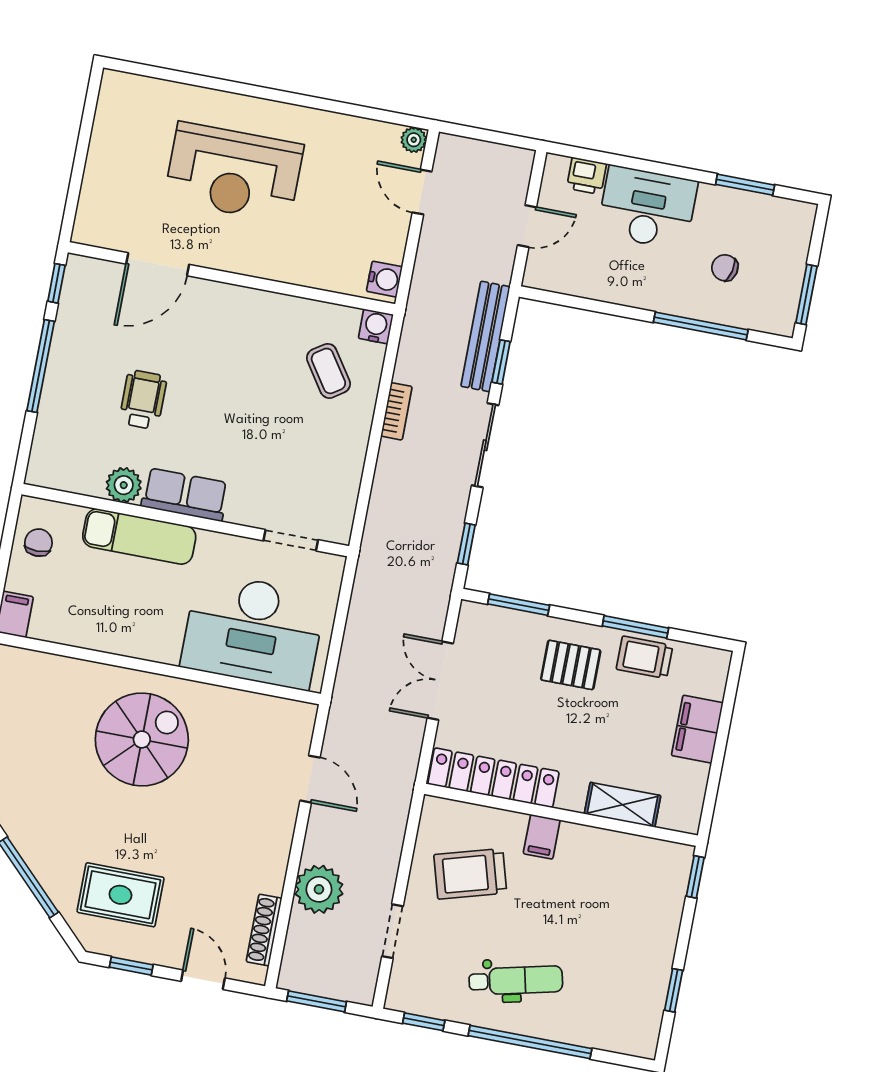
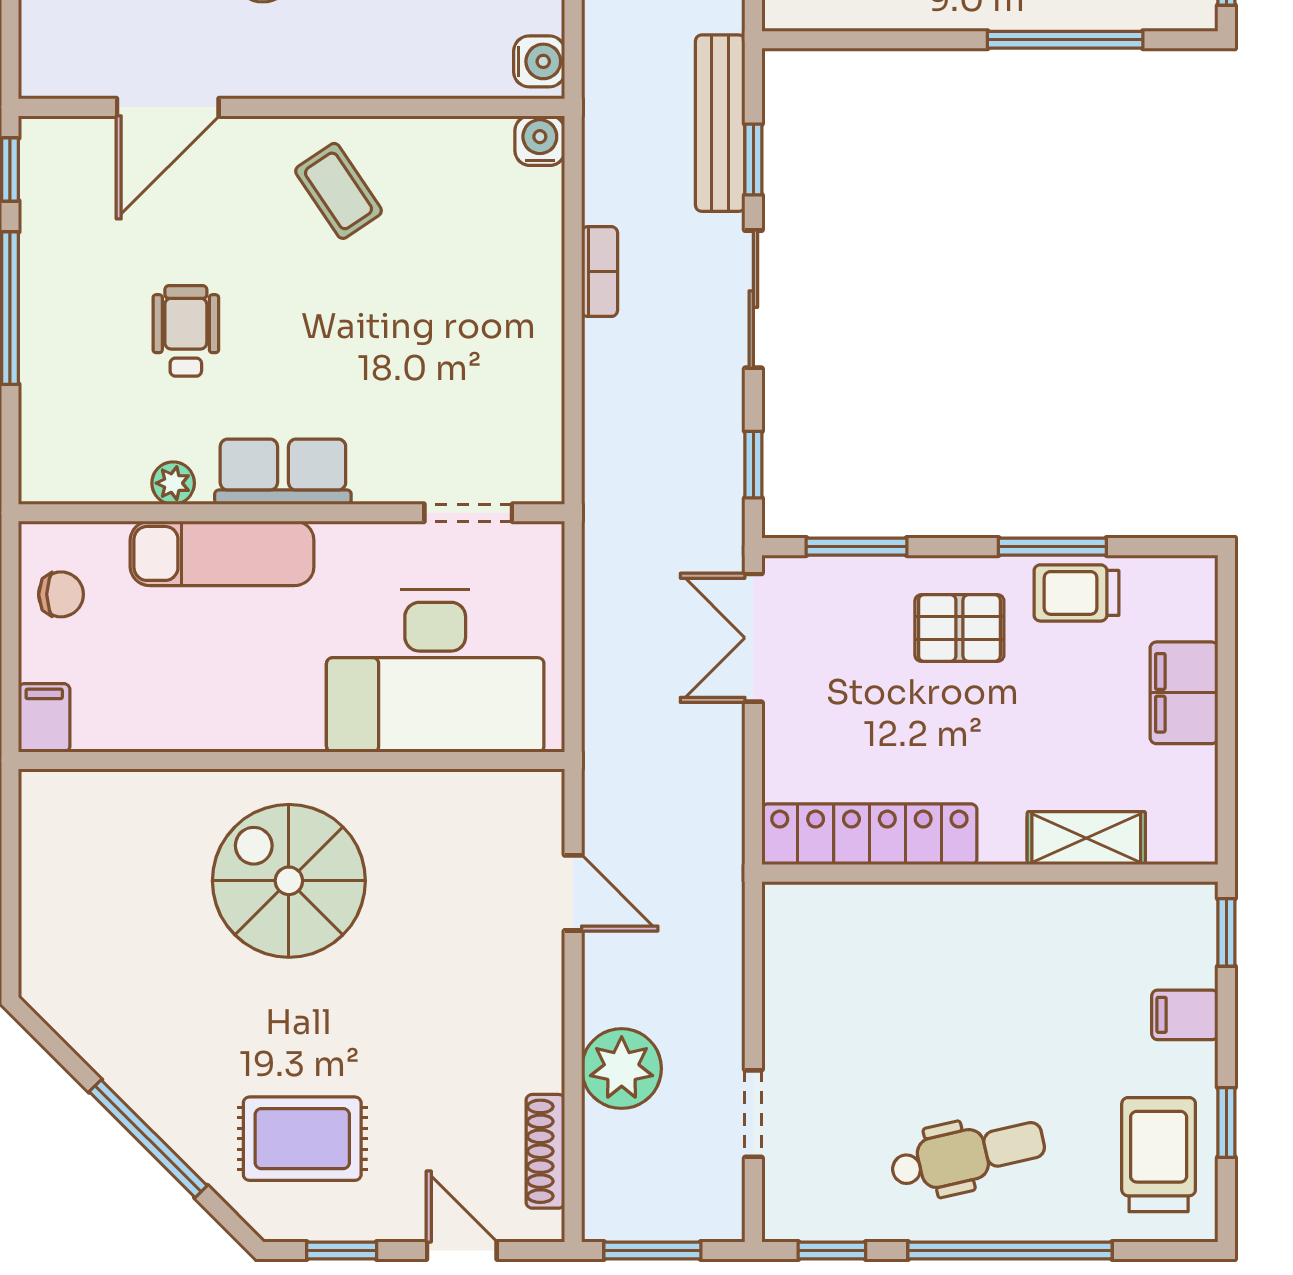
coffee table: (328, 371) -> (339, 191), moved
plant: (124, 485) -> (173, 483), width x0.73, depth x0.73
chair: (38, 543) -> (61, 594), turned 90
double door: (440, 681) -> (753, 638), moved
spiral stairs: (142, 739) -> (289, 881), turned -90
filing cabinet: (542, 837) -> (1185, 1015), moved, turned 90
trolley: (470, 874) -> (1159, 1155), moved, turned 106

